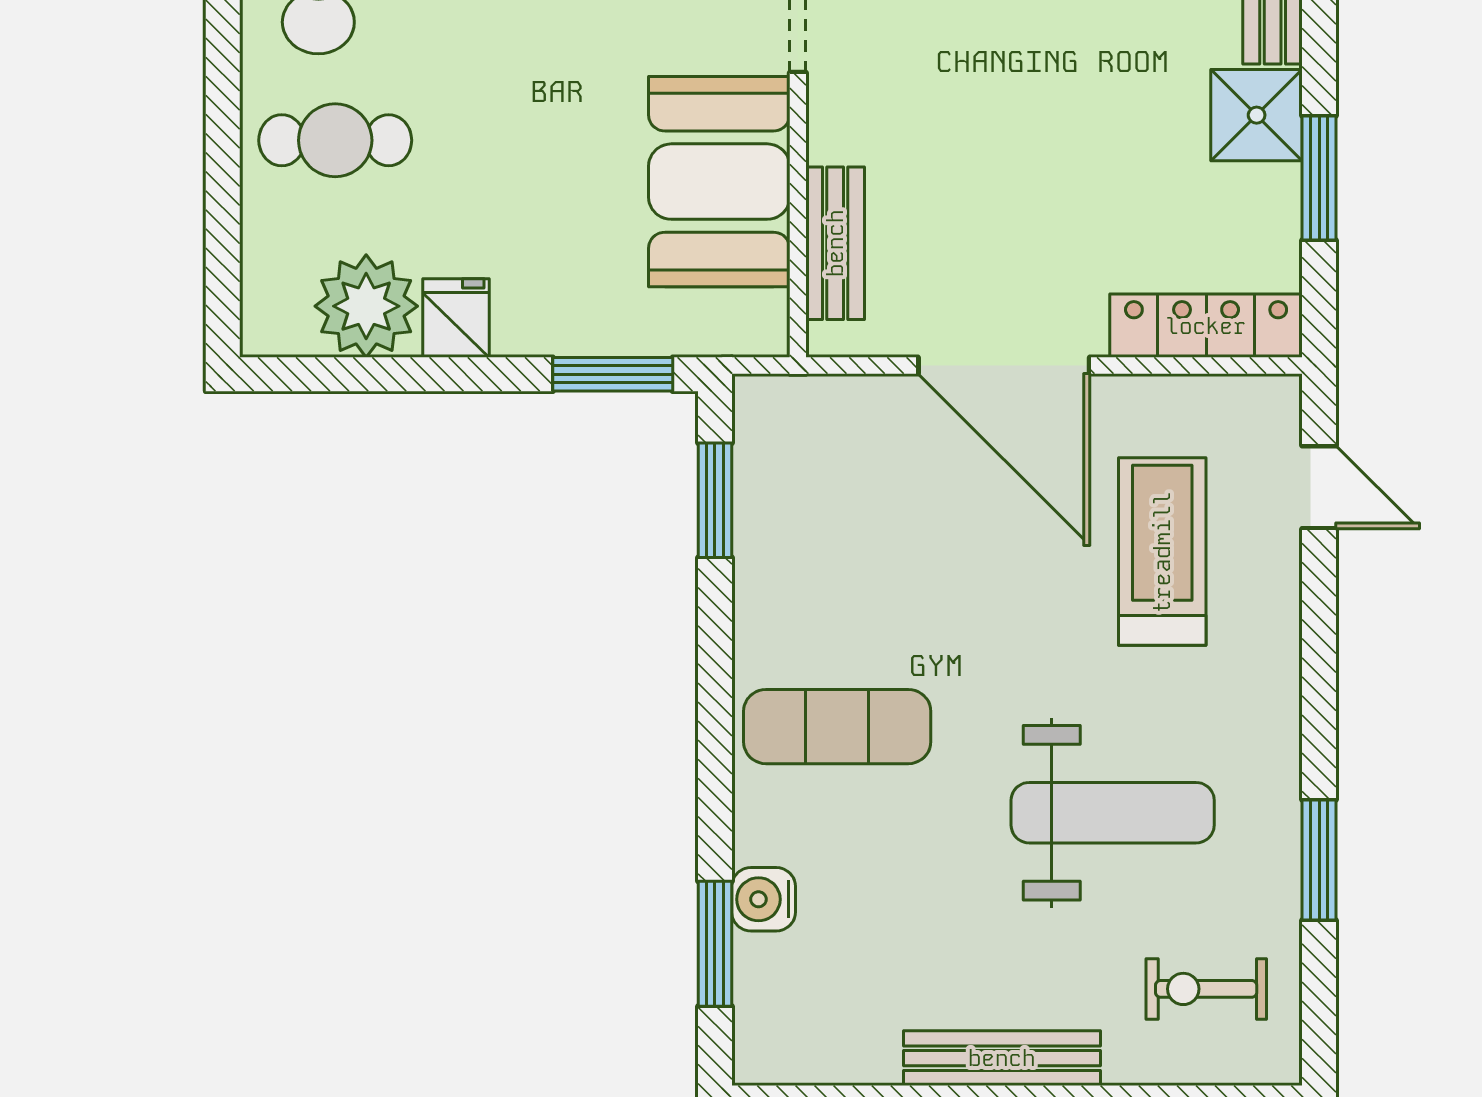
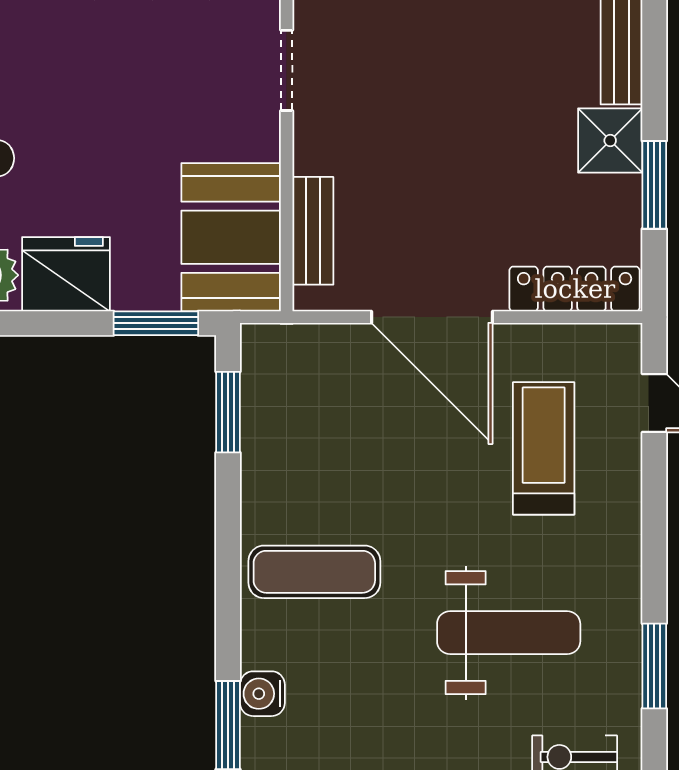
booth: (719, 182) -> (231, 237), moved
fridge: (456, 318) -> (66, 274), width x1.88, depth x1.34

